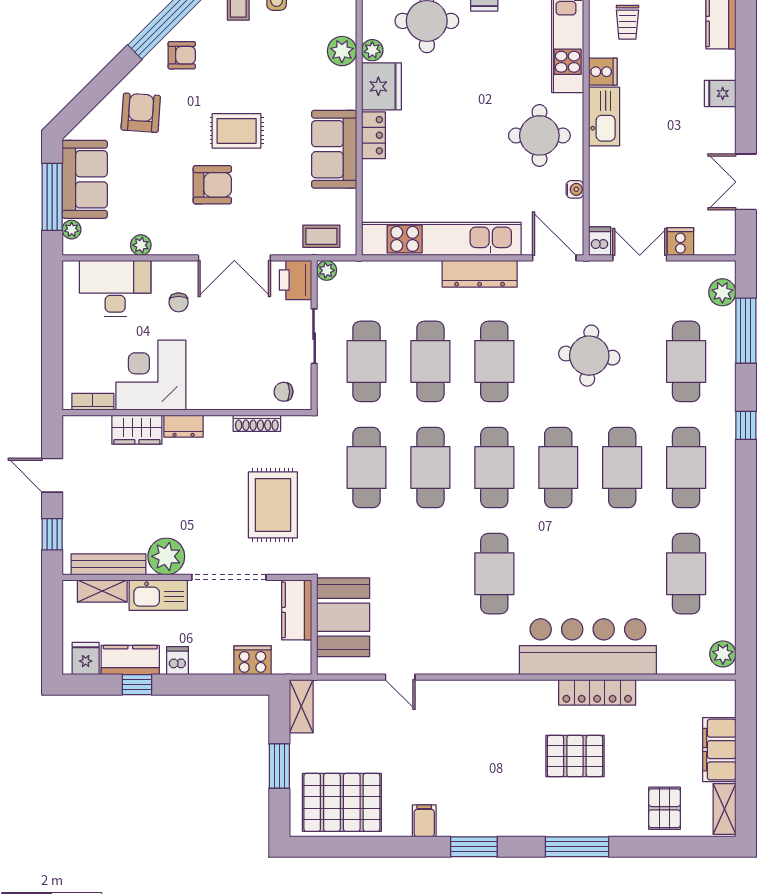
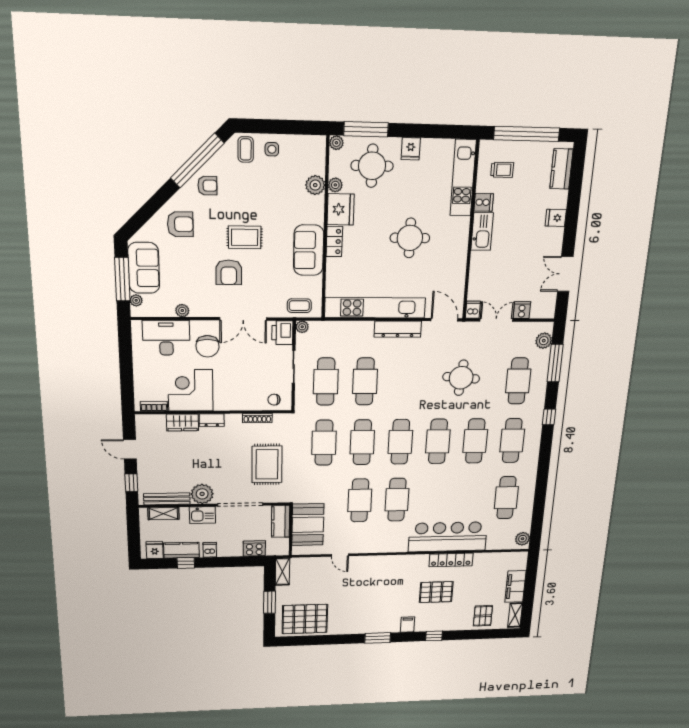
trolley: (627, 22) -> (502, 170), turned -90
armchair: (141, 113) -> (180, 224), turned 86
round table: (539, 135) -> (410, 238), moved
armchair: (212, 185) -> (229, 272), turned 90
water cooler: (575, 189) -> (460, 278), removed
chair: (179, 302) -> (208, 346), width x1.87, depth x1.87
cafe table: (494, 361) -> (360, 500), moved
kitchen sink: (158, 595) -> (202, 515), width x0.73
filing cabinet: (424, 821) -> (408, 624), moved
window: (577, 847) -> (434, 636), width x0.46

